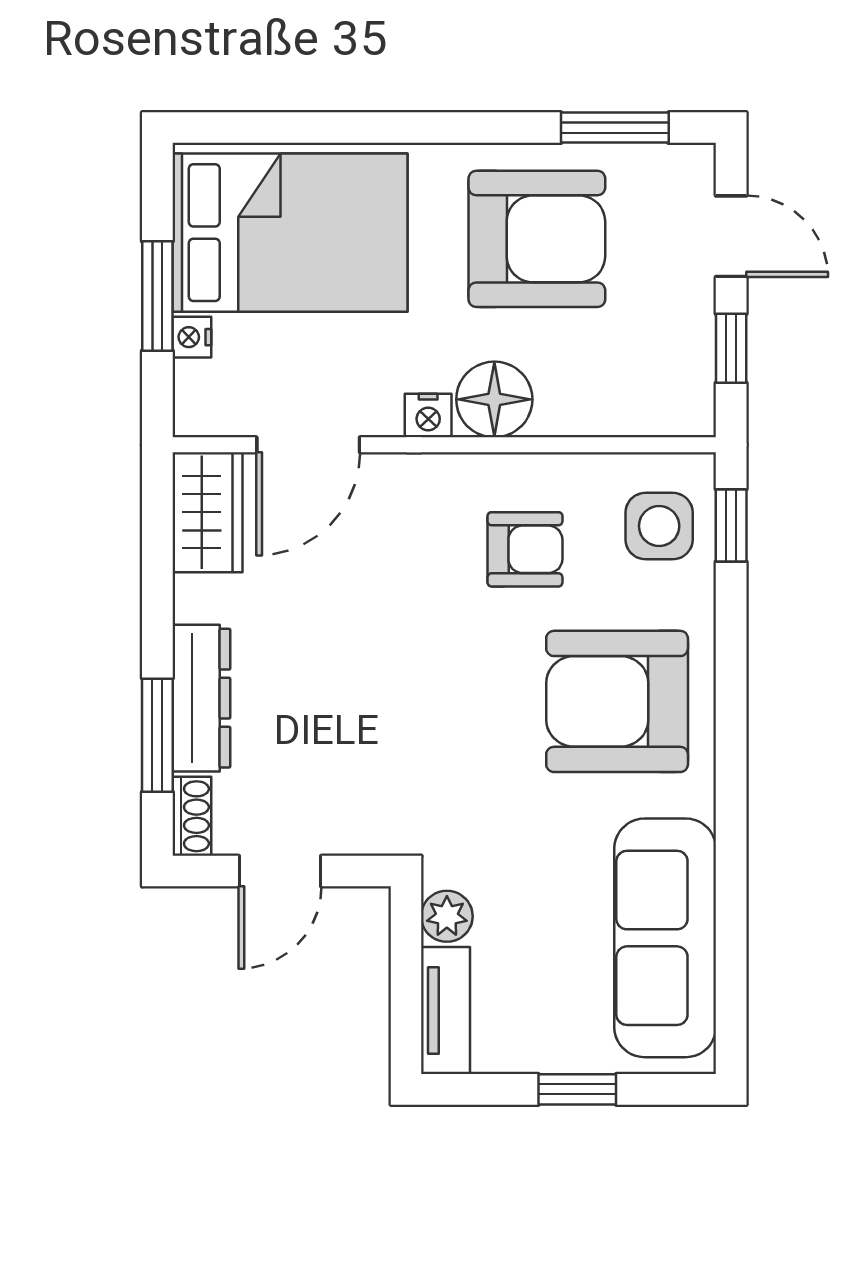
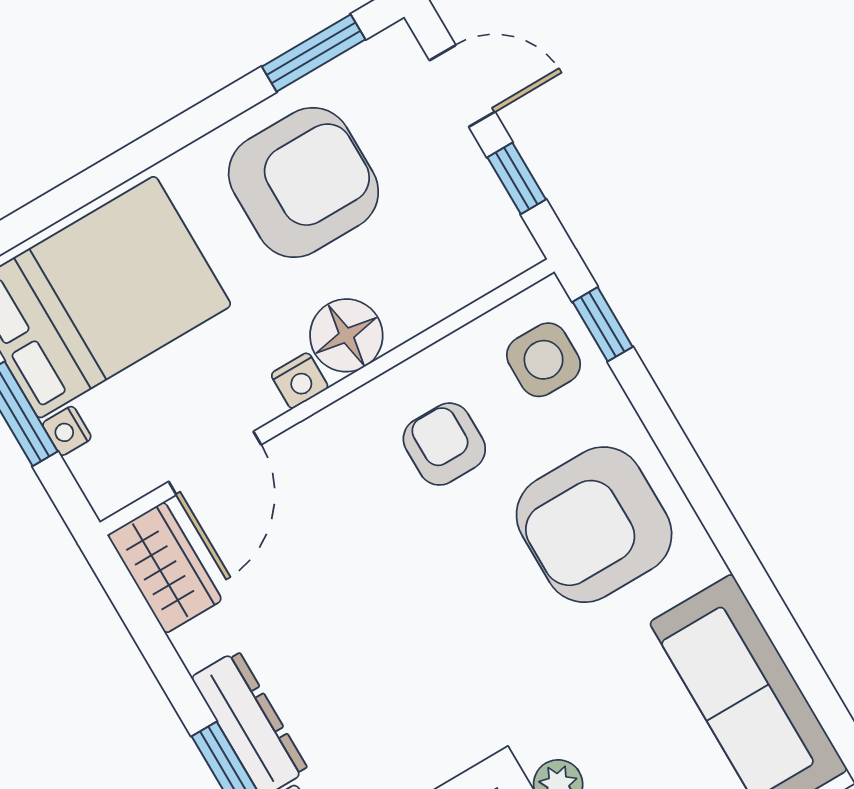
armchair: (525, 549) -> (444, 444), turned -90

